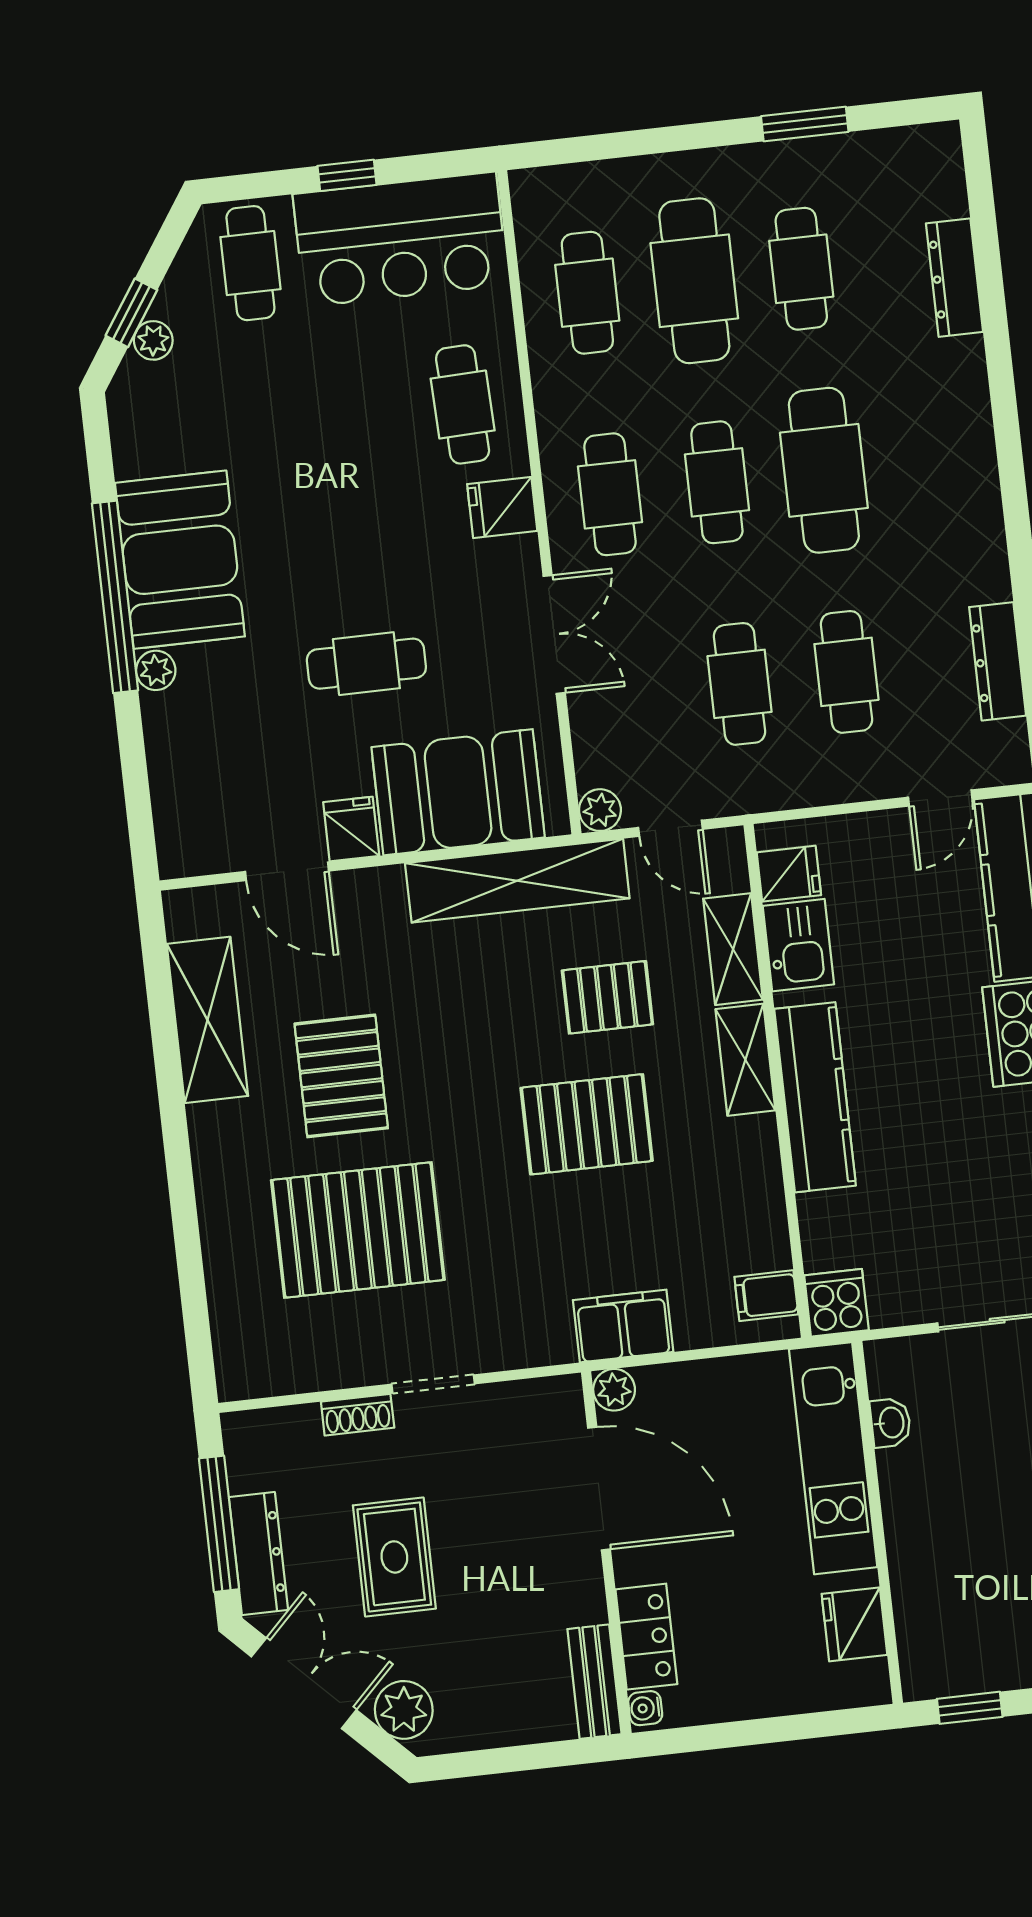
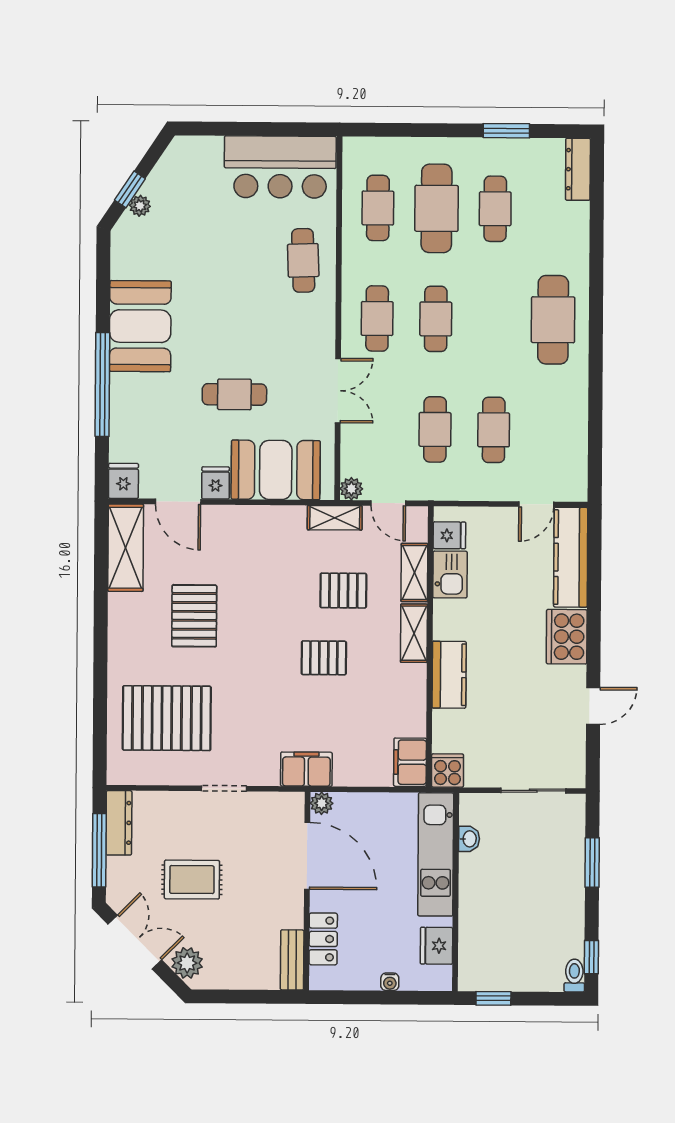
window: (347, 175) -> (255, 129), removed
cafe table: (250, 263) -> (198, 170), removed
dresser: (955, 278) -> (578, 169), moved
cafe table: (824, 470) -> (553, 320), moved
fridge: (502, 507) -> (123, 481), moved, turned 90
window: (115, 597) -> (102, 384), moved
dresser: (998, 661) -> (576, 434), removed
plant: (156, 670) -> (120, 384), removed
shelving: (517, 881) -> (335, 518), width x0.45, depth x0.75
shelving: (207, 1020) -> (126, 548), moved
kitchen counter: (815, 1097) -> (449, 675), width x0.67
pallet: (587, 1124) -> (324, 658), width x0.67, depth x0.71
pallet: (358, 1230) -> (167, 718), moved
filing cabinet: (766, 1296) -> (410, 762), width x2.00
filing cabinet: (623, 1326) -> (306, 769), moved
shoe rack: (358, 1415) -> (181, 800), removed
dresser: (258, 1553) -> (119, 823), moved
rug: (394, 1557) -> (192, 880), turned 90
water cooler: (645, 1708) -> (390, 982), moved, turned -90

